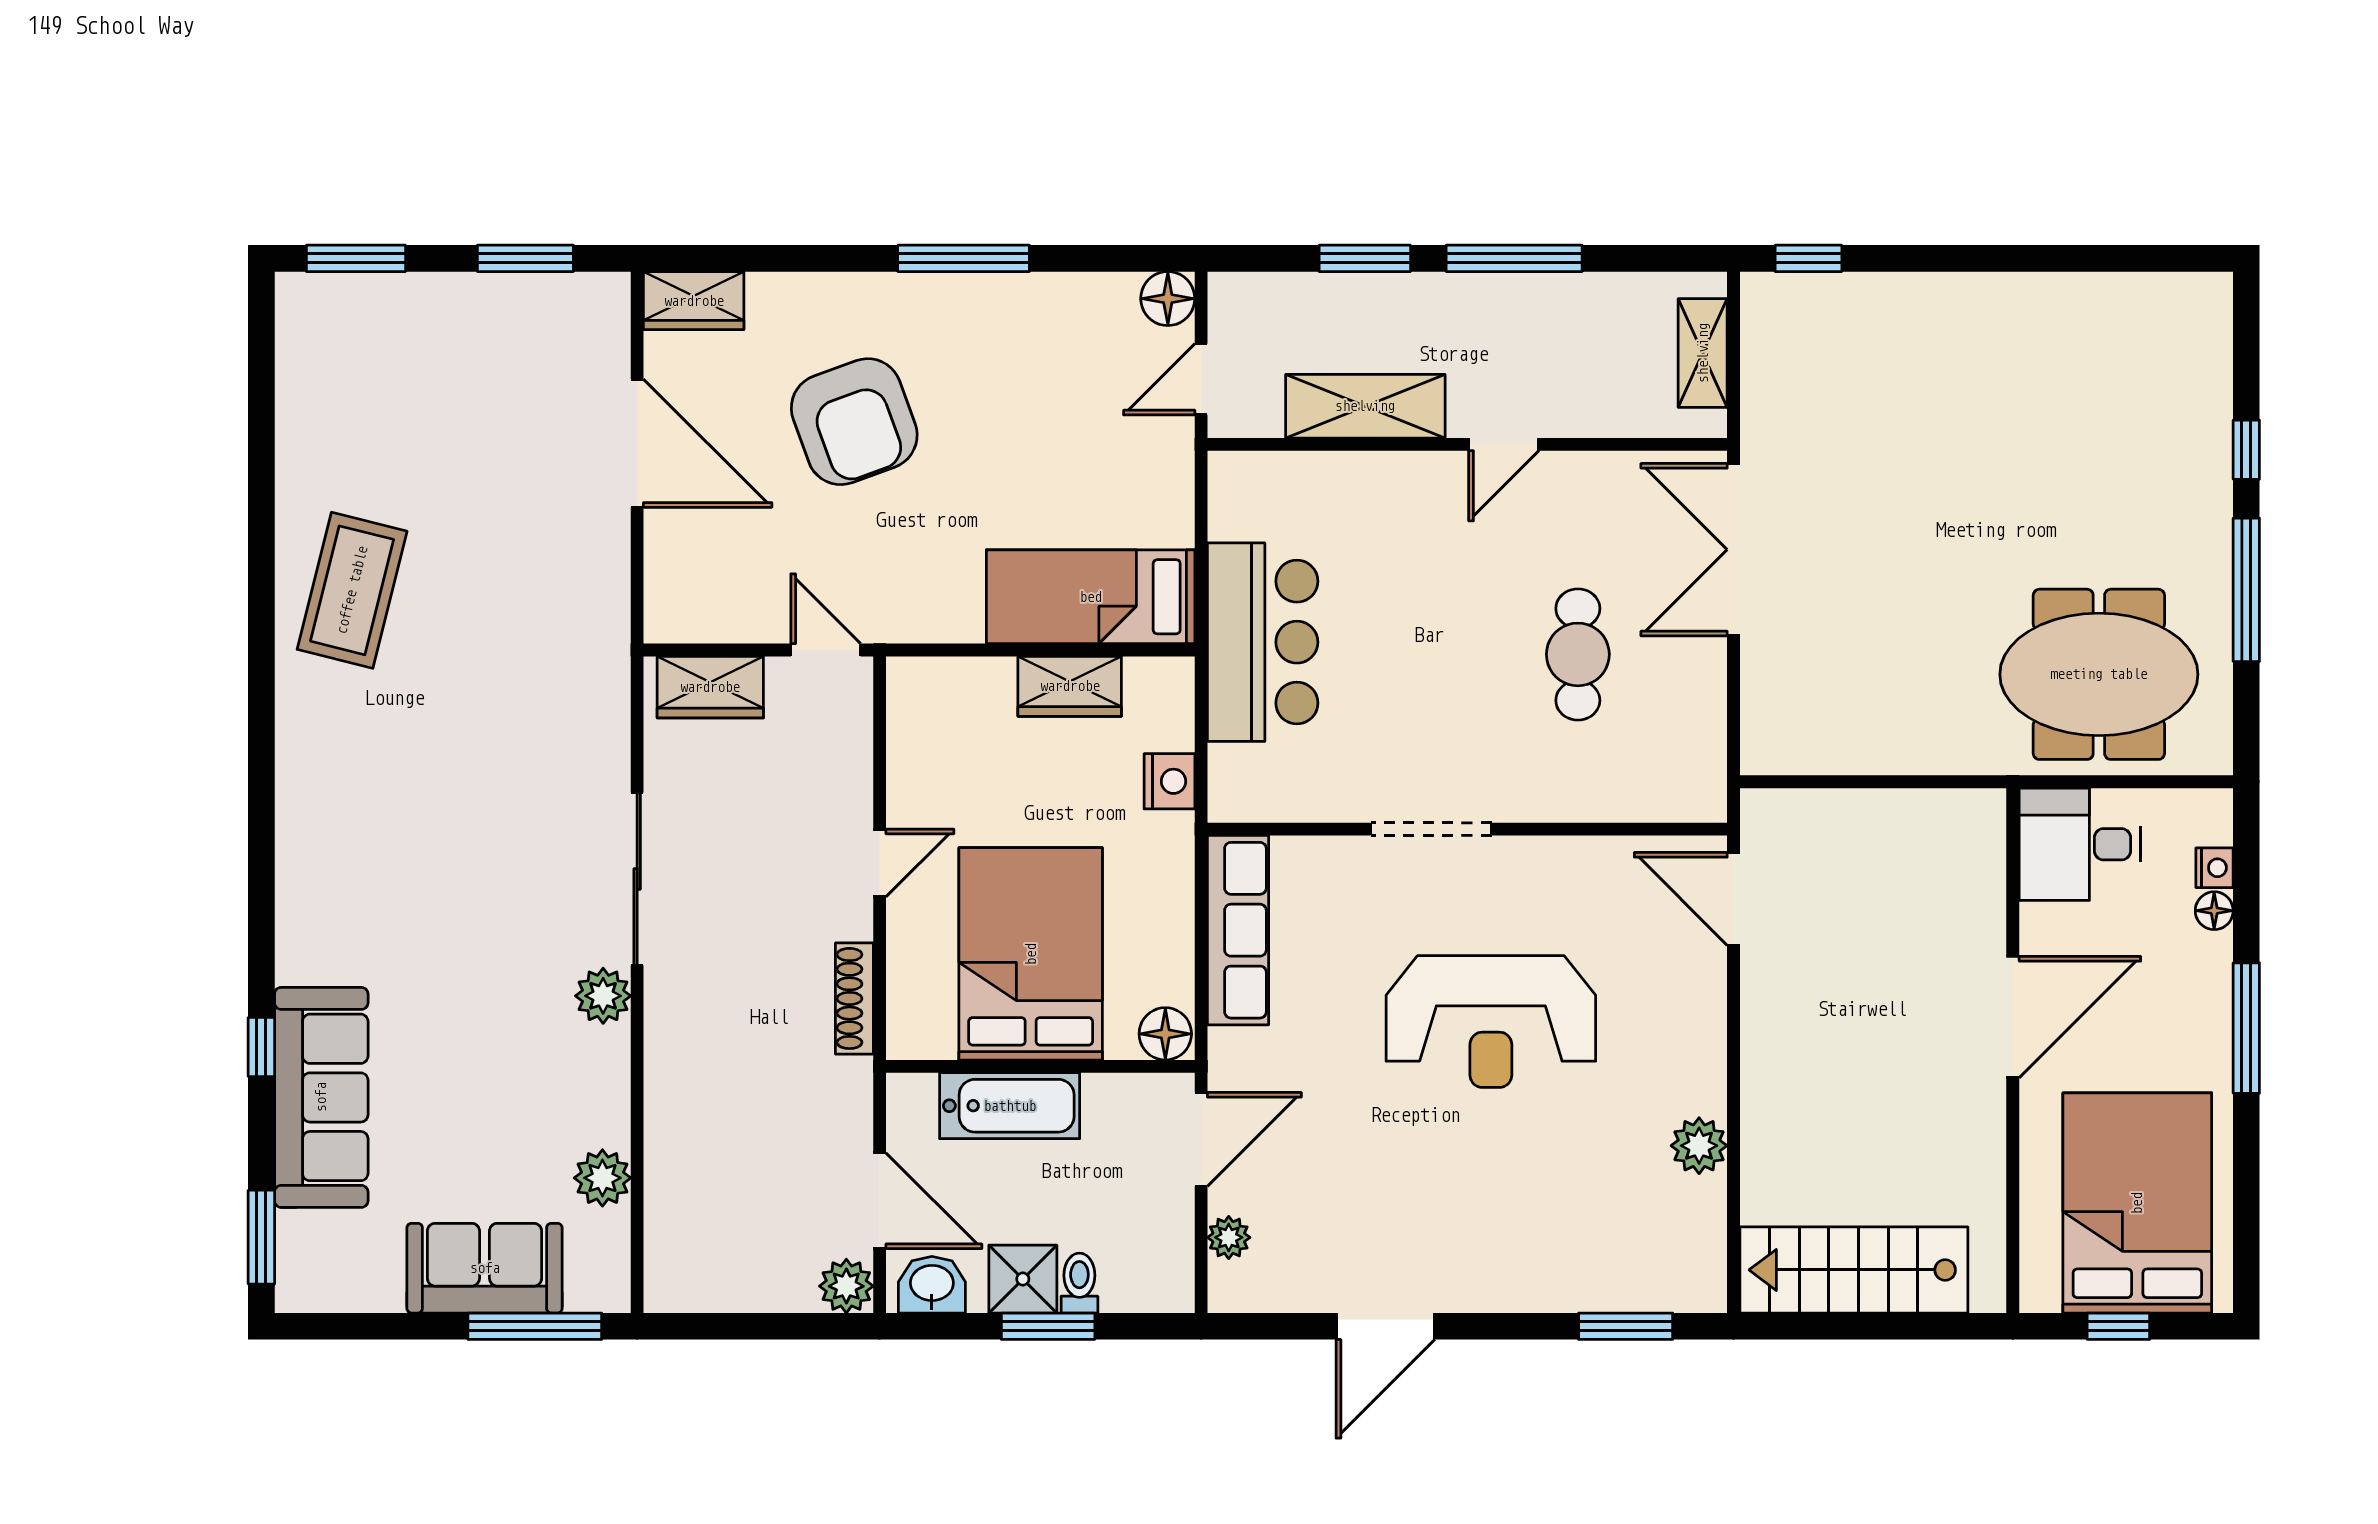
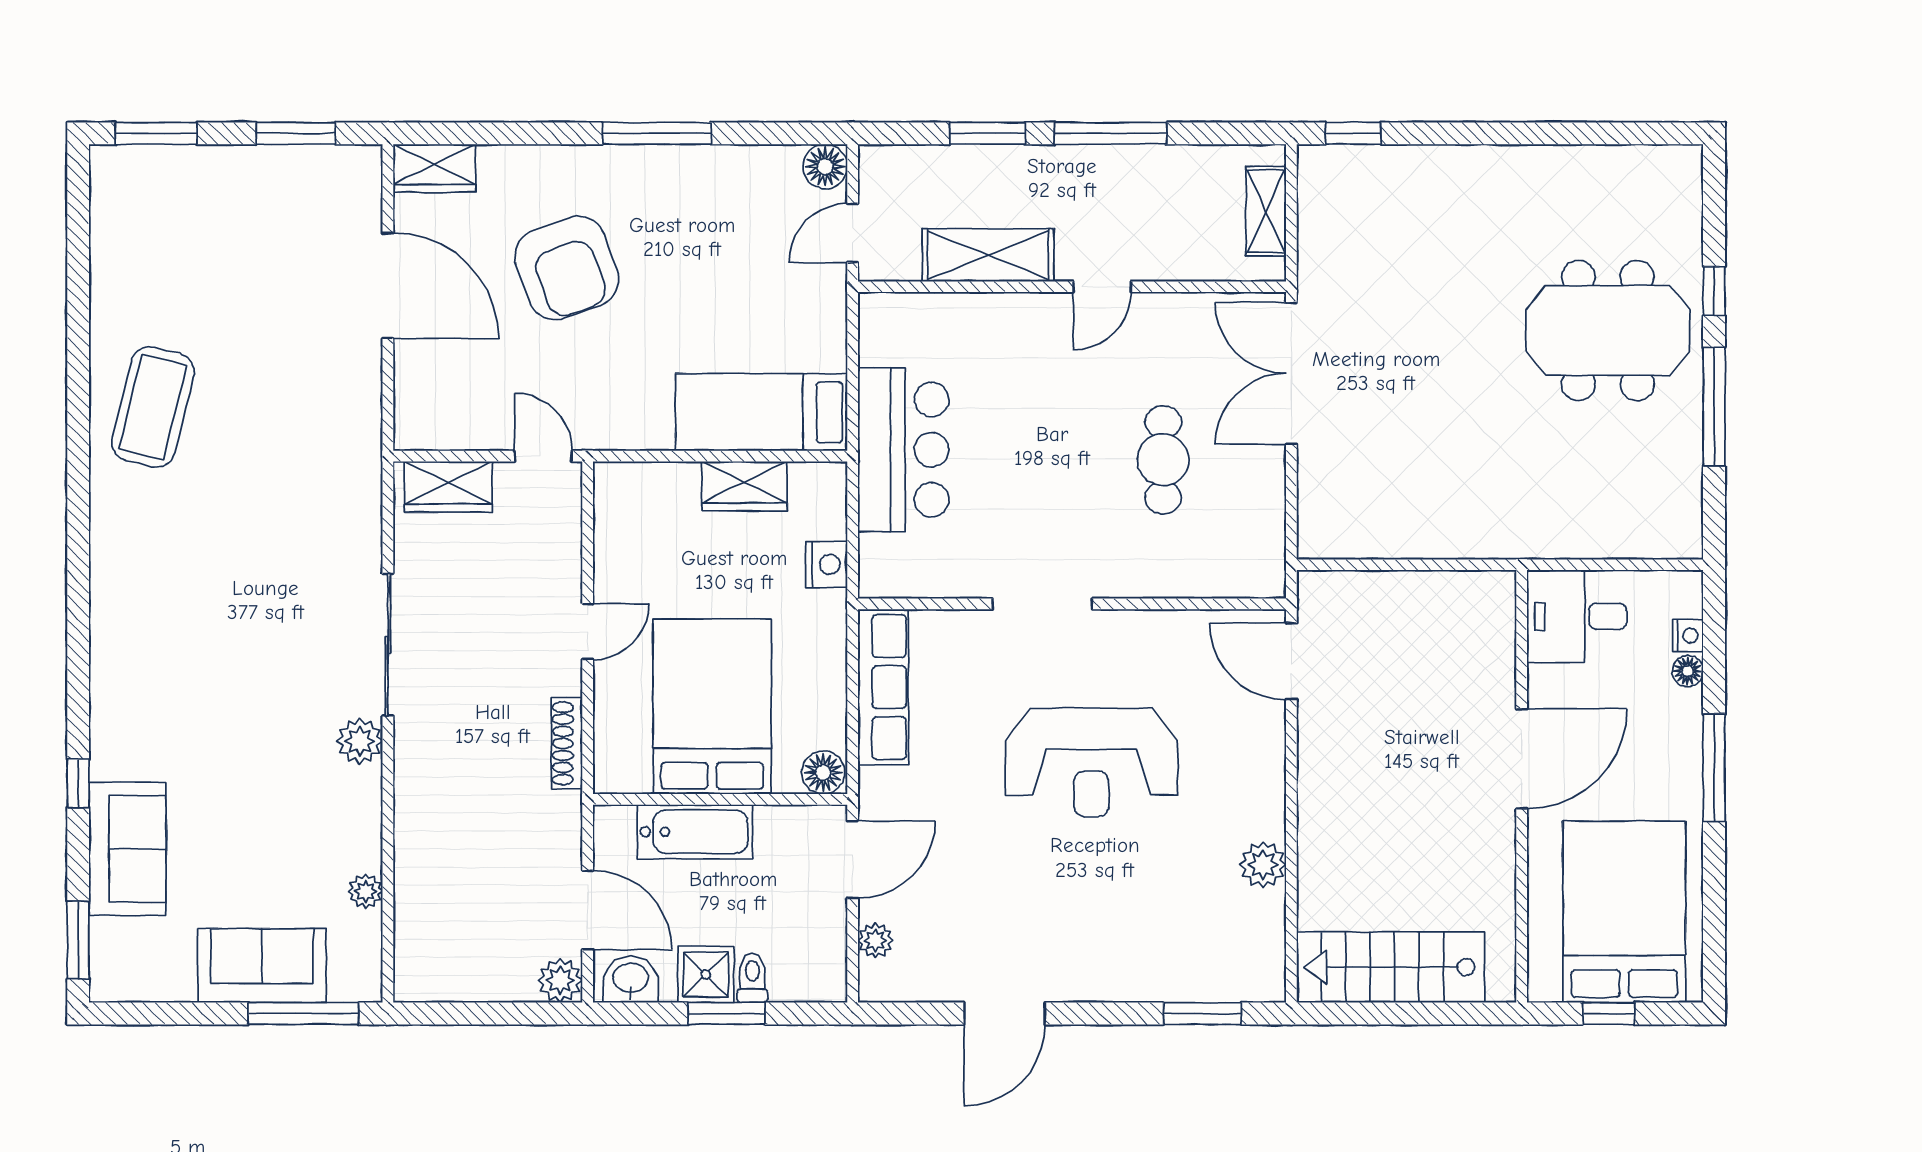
meeting table: (2099, 674) -> (1608, 331), moved
sofa: (321, 1097) -> (128, 849), width x0.73
plant: (602, 1178) -> (366, 891), width x0.73, depth x0.73

